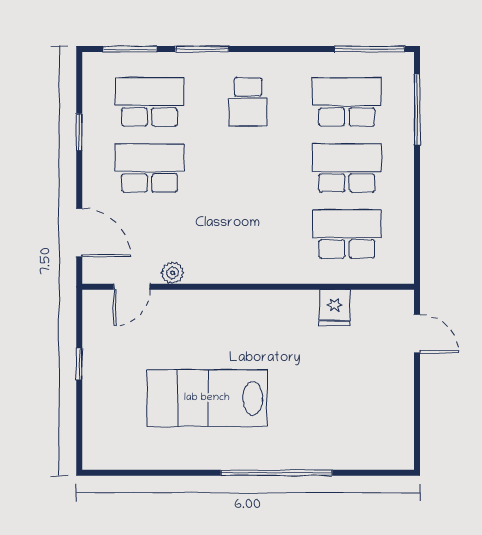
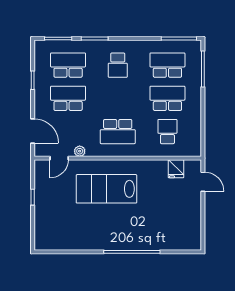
school desk: (248, 234) -> (118, 132), added
school desk: (347, 234) -> (167, 132), width x0.54
fridge: (335, 308) -> (176, 169), moved
lab bench: (207, 398) -> (106, 189), moved

